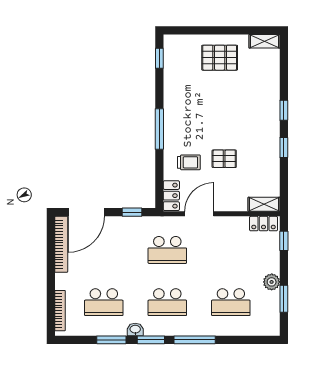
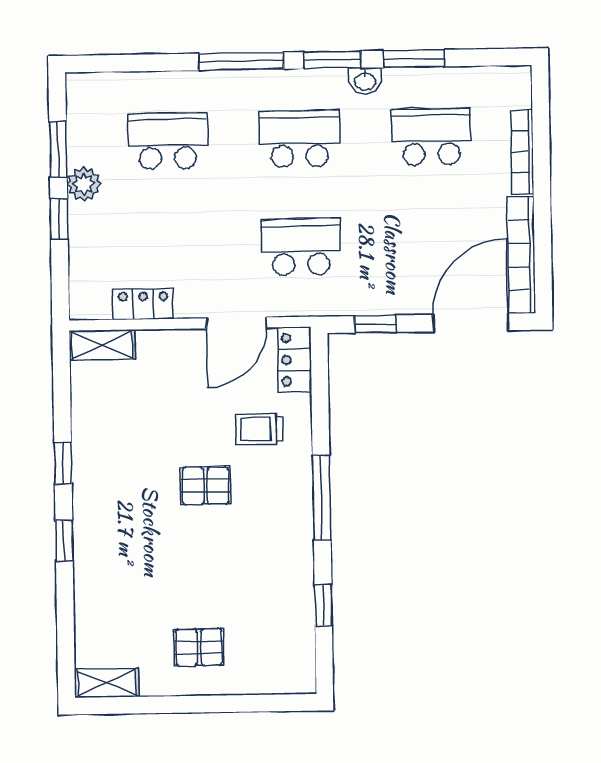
window: (159, 58) -> (323, 605), moved
pallet: (220, 58) -> (199, 647), width x0.67, depth x0.71
pallet: (224, 159) -> (205, 486), moved
locker: (264, 224) -> (143, 304), moved
window: (284, 241) -> (59, 219), moved
bookcase: (60, 311) -> (522, 152), moved

